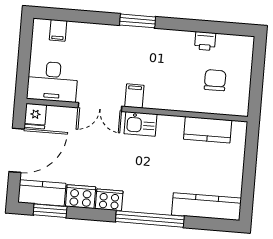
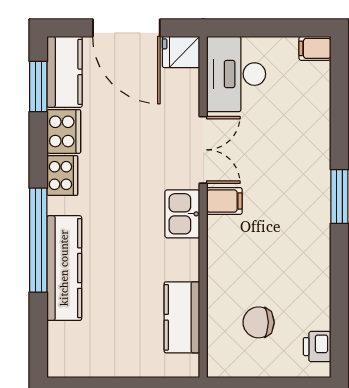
filing cabinet: (58, 30) -> (315, 48), moved
printer: (205, 41) -> (317, 347), moved
chair: (215, 80) -> (259, 322), turned 180
double door: (100, 107) -> (203, 150), swing flipped
kitchen counter: (206, 207) -> (64, 268), moved

